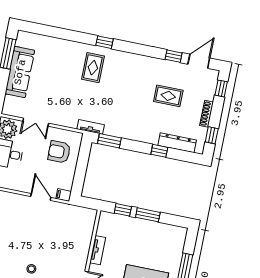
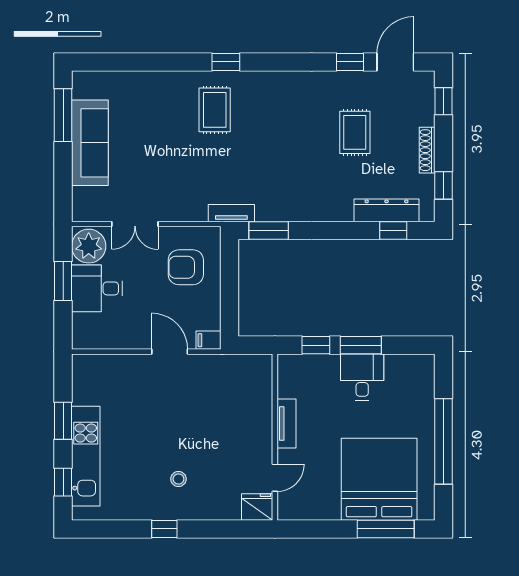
rug: (168, 96) -> (355, 132), turned 90
window: (159, 151) -> (393, 231), moved
desk: (145, 233) -> (362, 377), added

